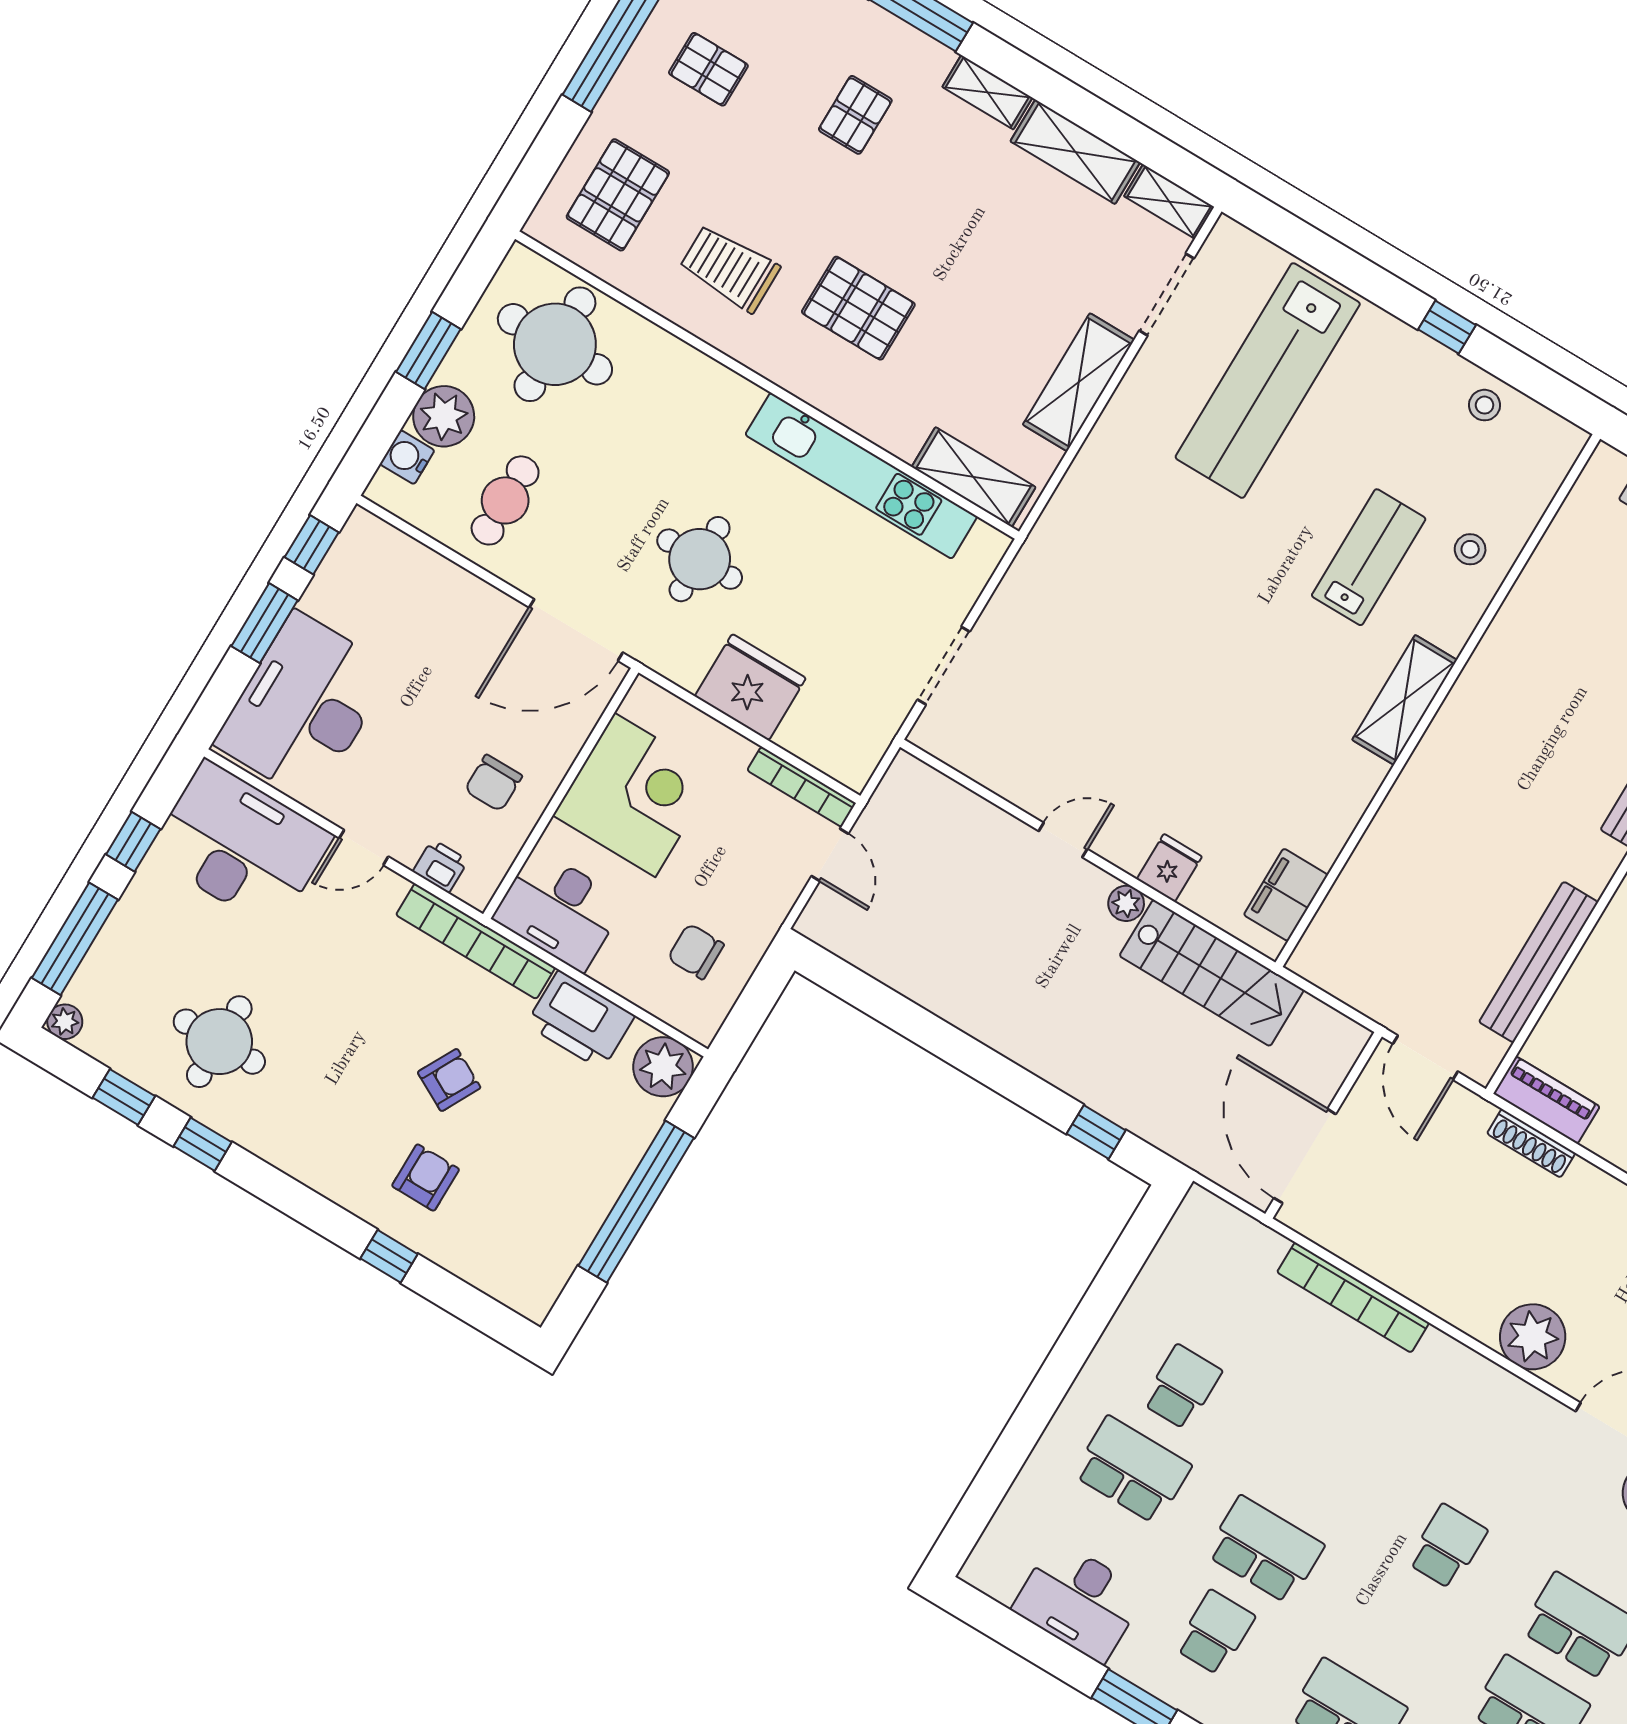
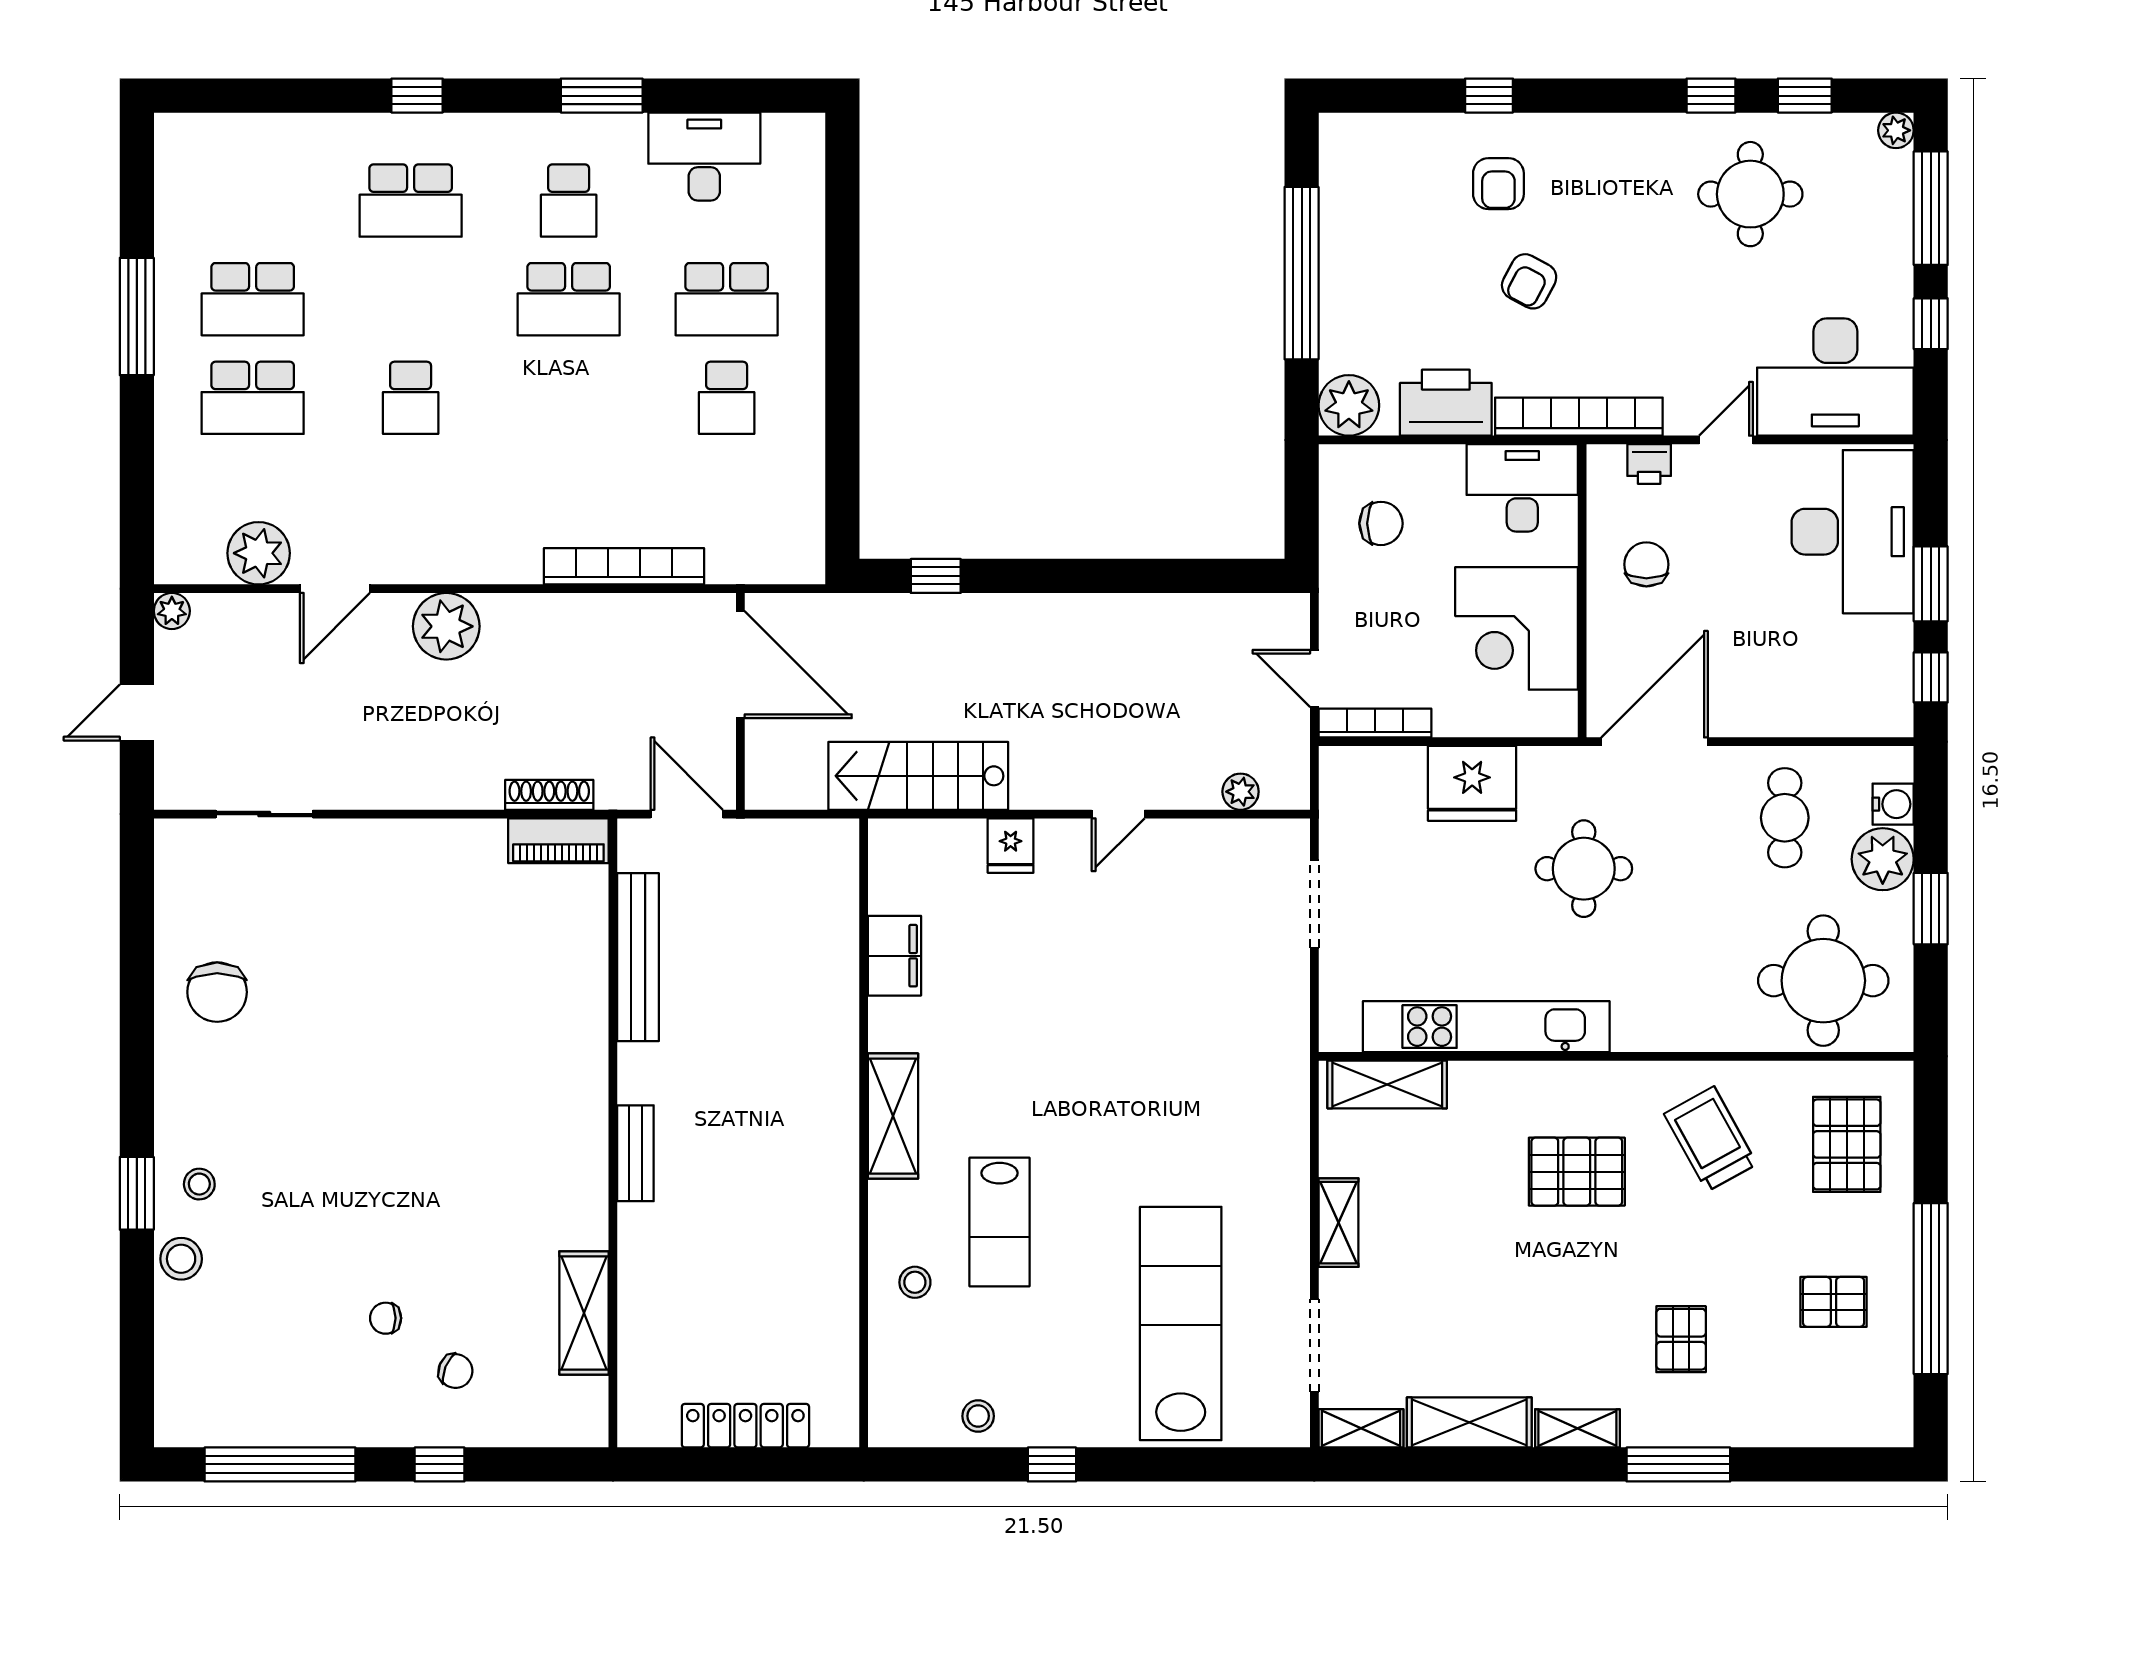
trolley: (730, 268) -> (1710, 1139), turned -119
shelving: (1079, 382) -> (1339, 1223), width x0.67, depth x0.75
filing cabinet: (1286, 895) -> (895, 956), moved
plant: (1126, 903) -> (1241, 792), moved

